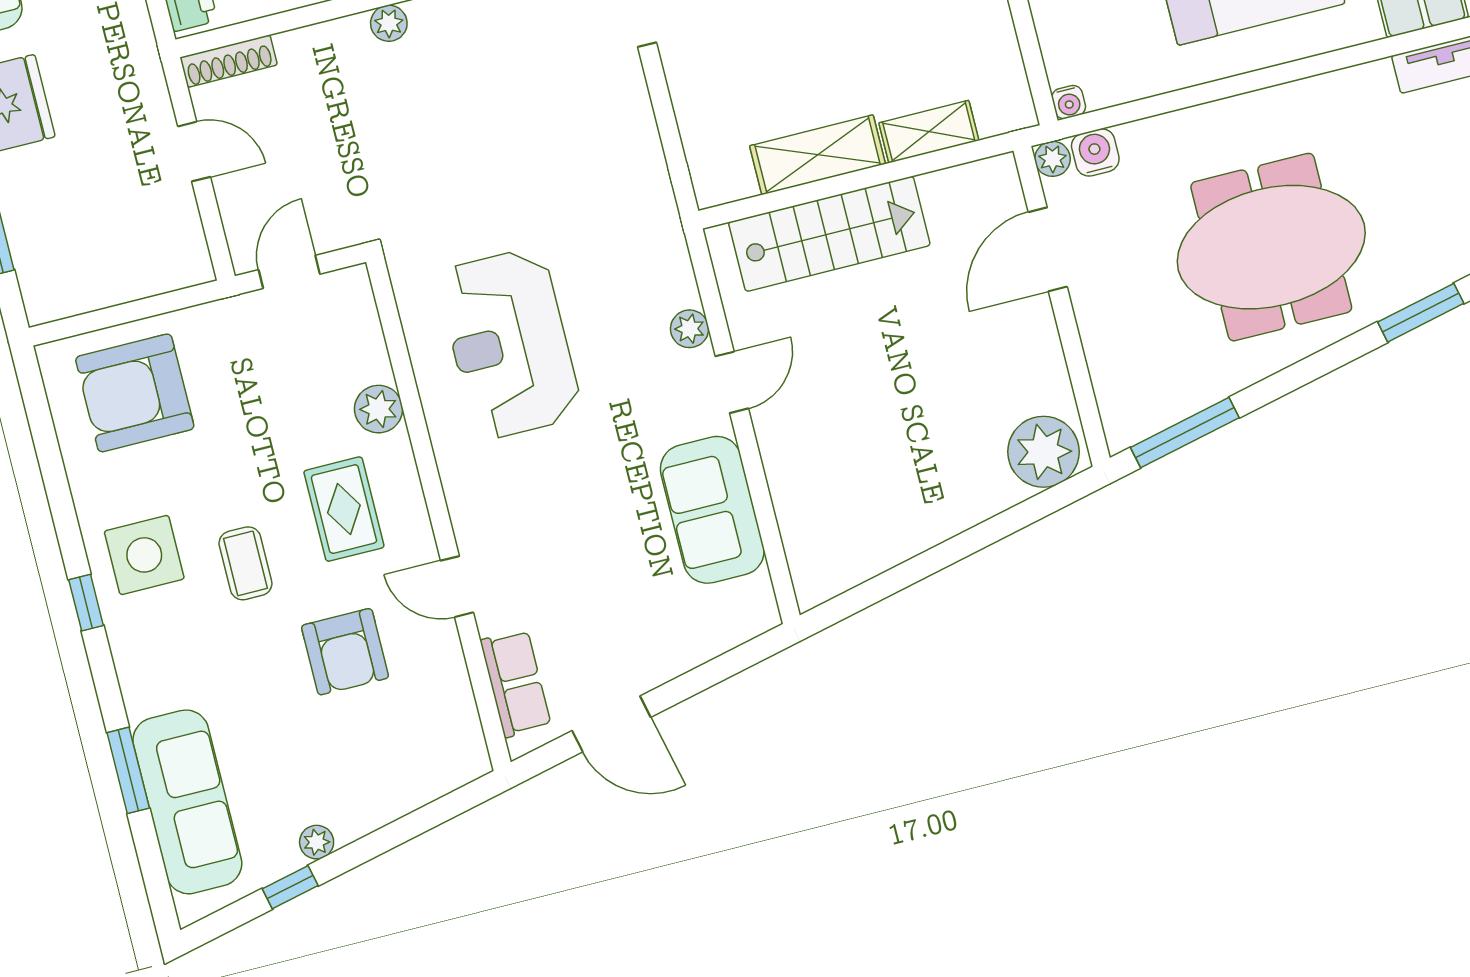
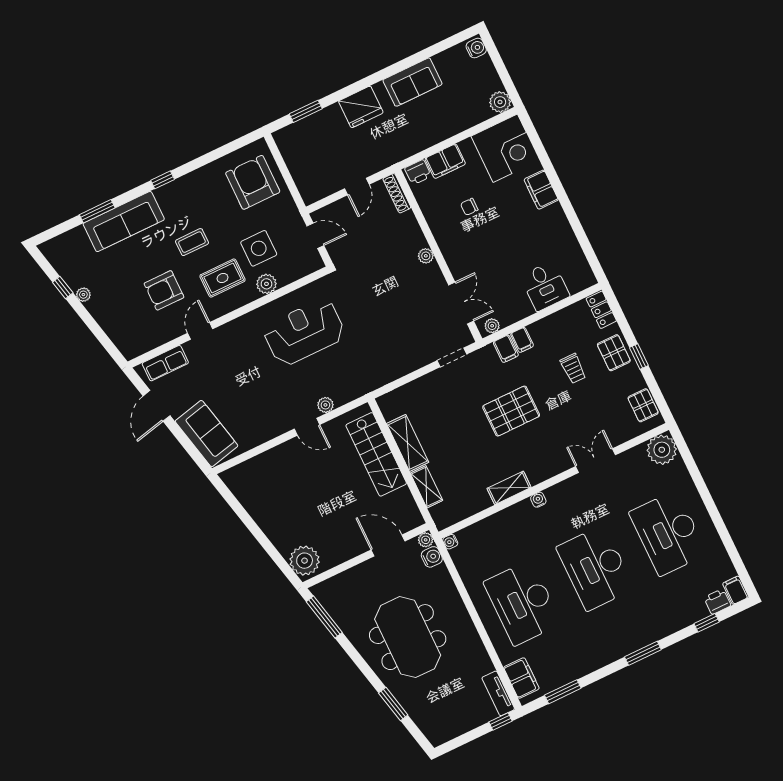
sofa: (712, 510) -> (207, 433), moved, turned 77
side table: (144, 555) -> (259, 248), moved
sofa: (187, 802) -> (124, 222), moved

